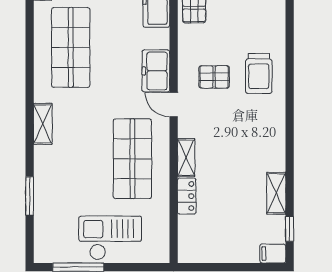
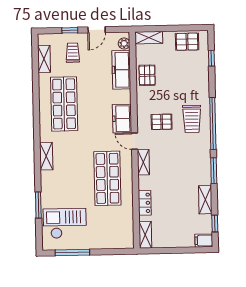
window: (290, 81) -> (213, 123), added
window: (290, 150) -> (214, 171), added
shelving: (186, 157) -> (143, 162), moved
checkout: (110, 238) -> (65, 223), moved
shelving: (187, 243) -> (145, 235), added

